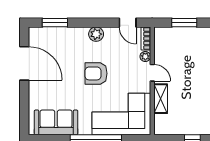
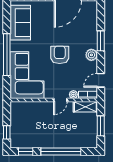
window: (55, 23) -> (101, 41), moved
shelving: (161, 99) -> (85, 107), moved

